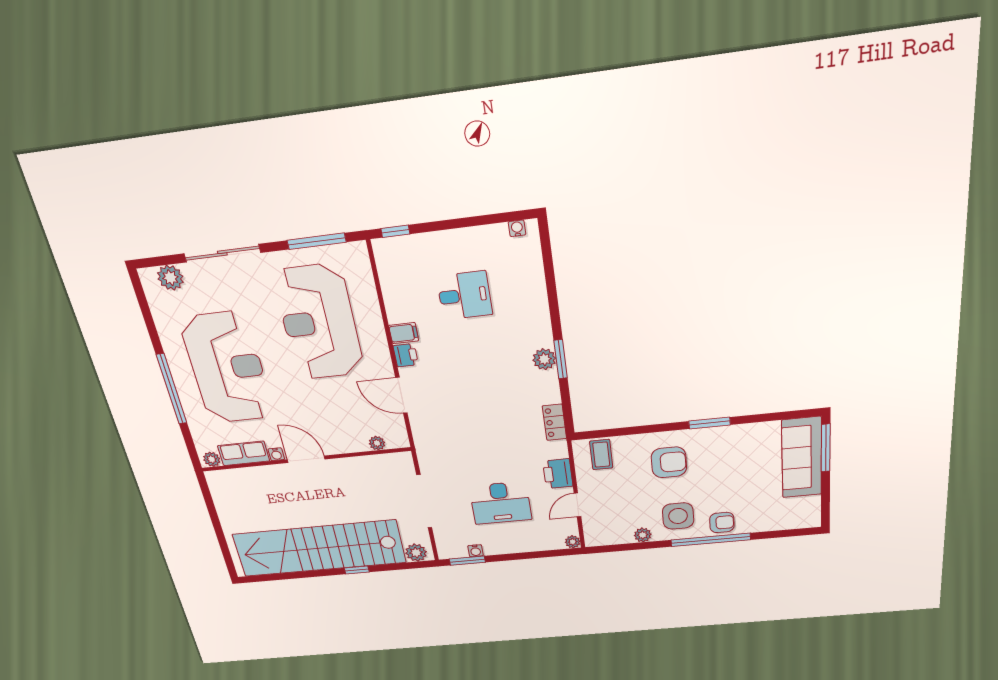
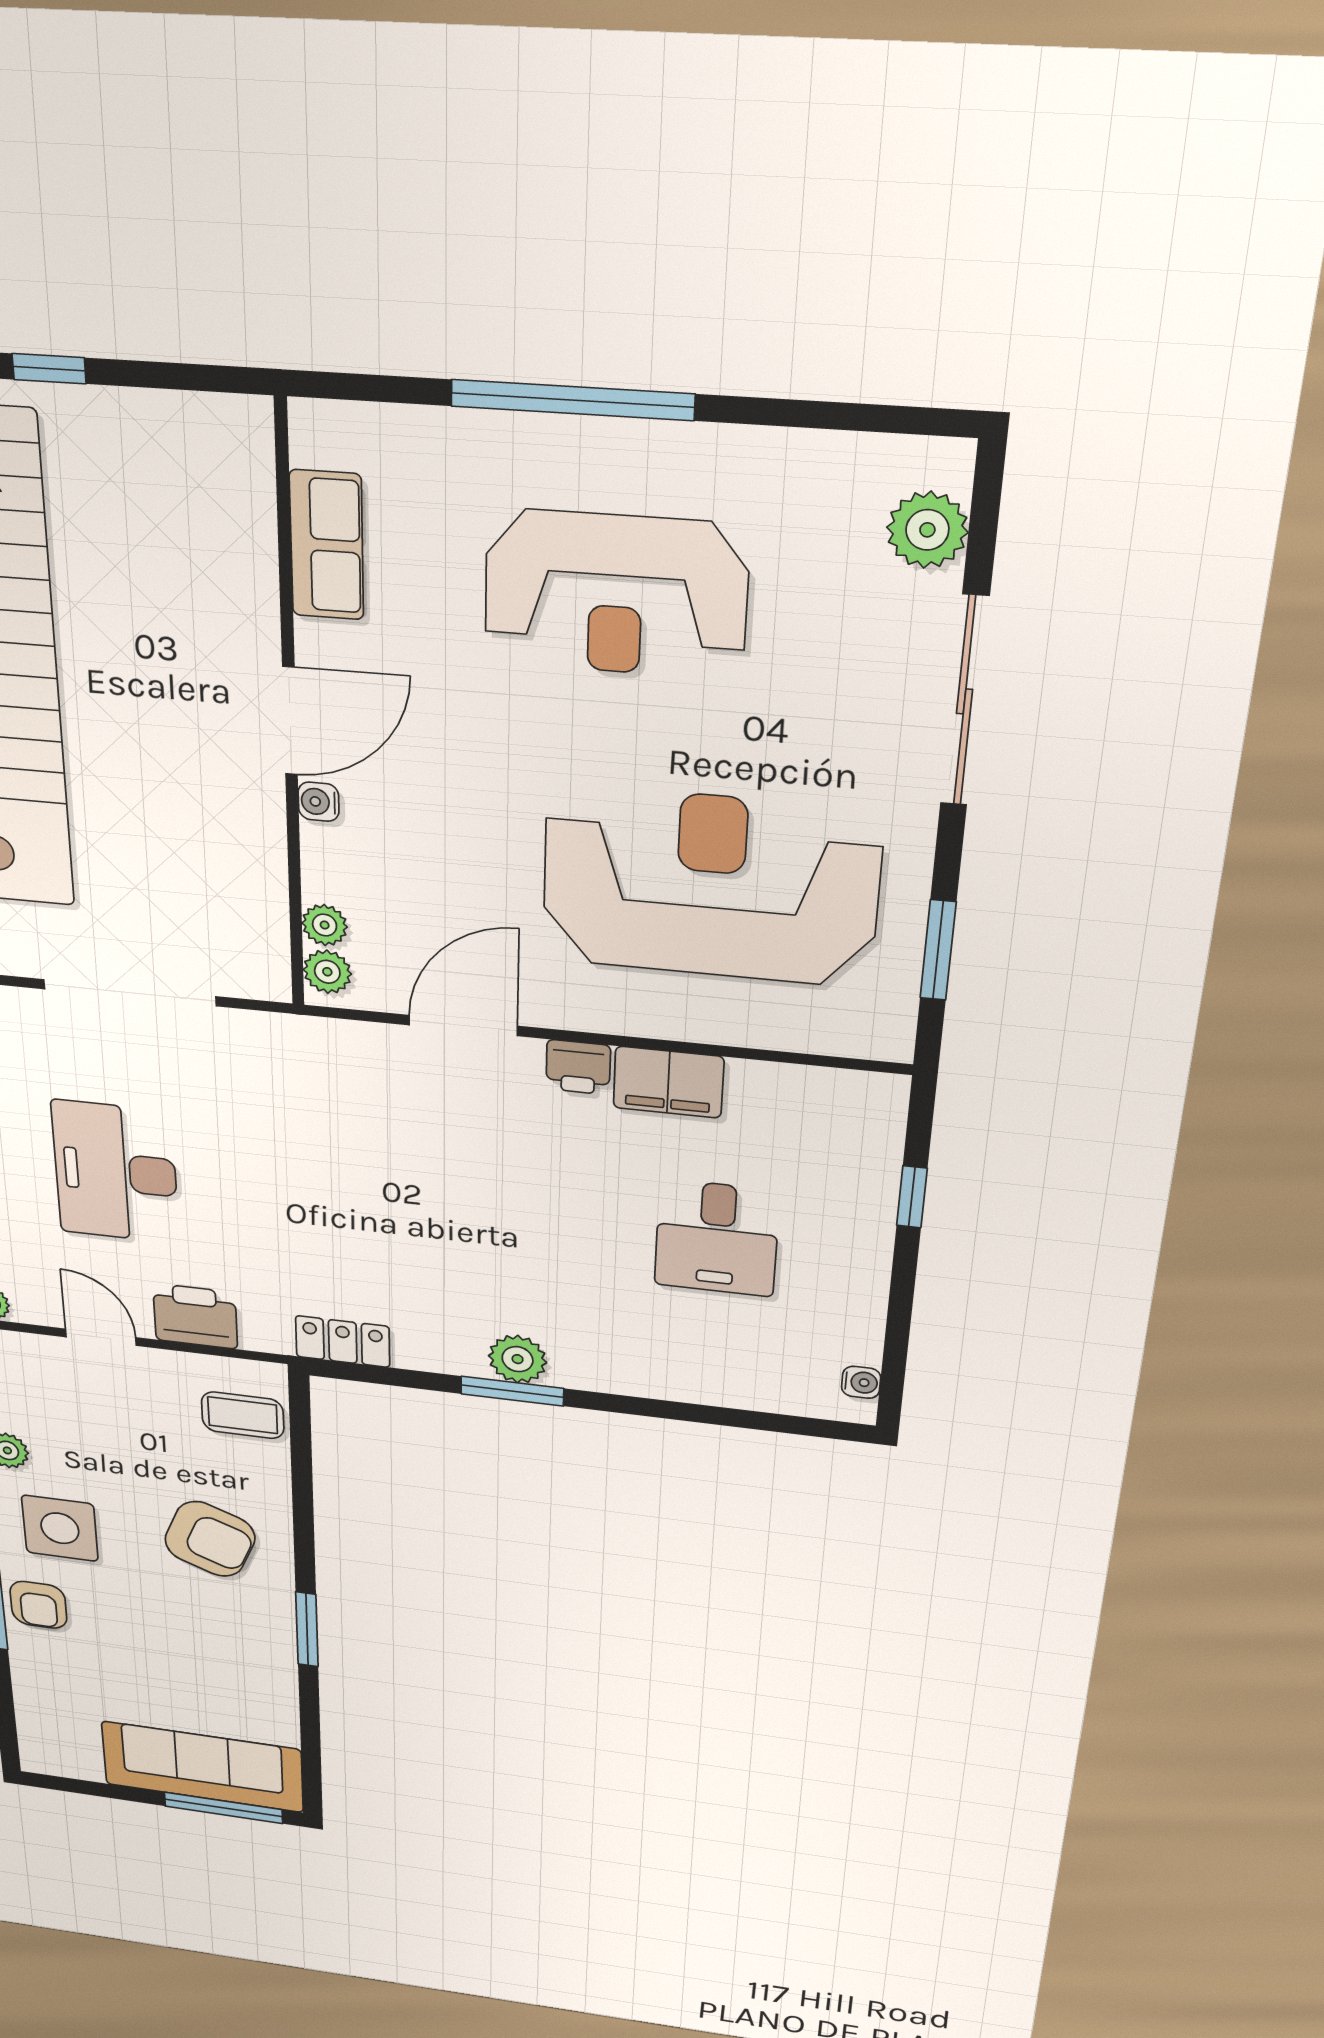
window: (395, 231) -> (912, 1197), moved
window: (317, 241) -> (938, 950), width x0.69
filing cabinet: (404, 333) -> (668, 1082), width x2.00
reception desk: (227, 368) -> (615, 594), width x0.74, depth x0.77
water cooler: (276, 454) -> (319, 802), moved
plant: (212, 459) -> (327, 972), moved
armchair: (669, 462) -> (210, 1539), turned -68
window: (219, 531) -> (49, 369), added

